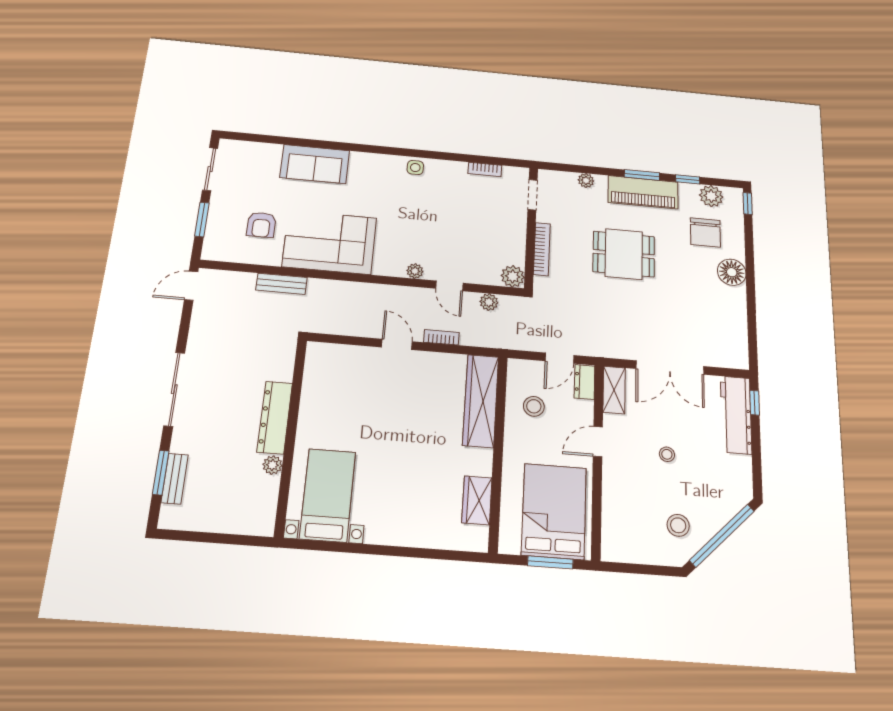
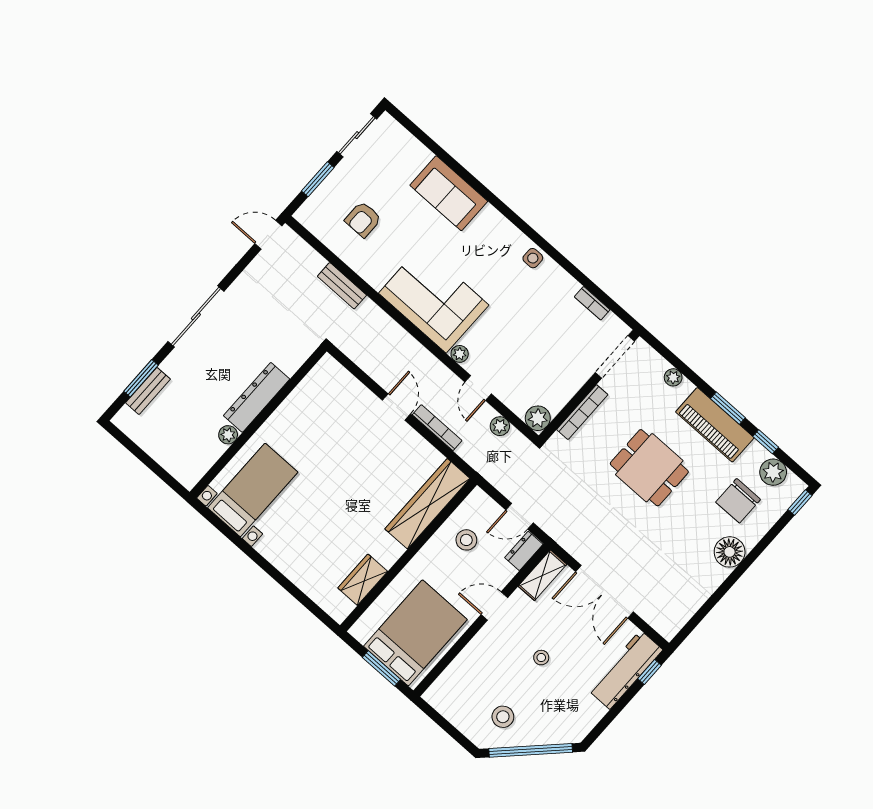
doorway: (532, 195) -> (615, 357), width x1.38
corner sofa: (330, 242) -> (434, 299), moved
bookcase: (441, 337) -> (437, 428), width x1.56

